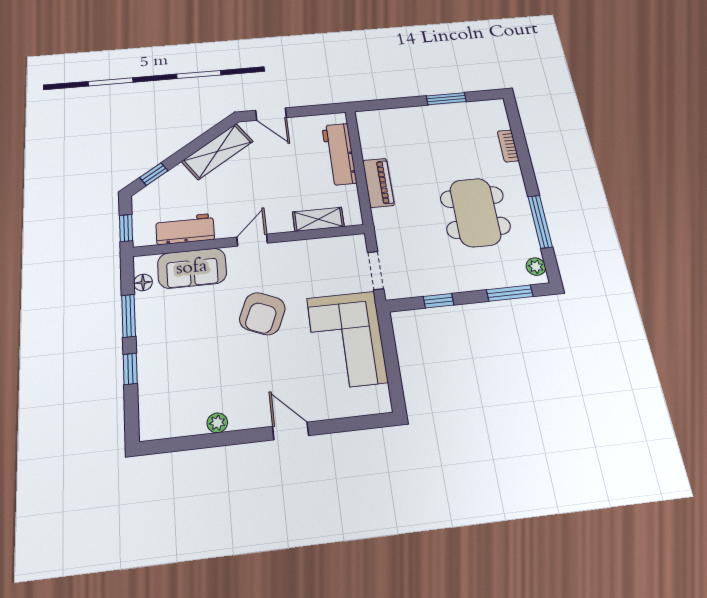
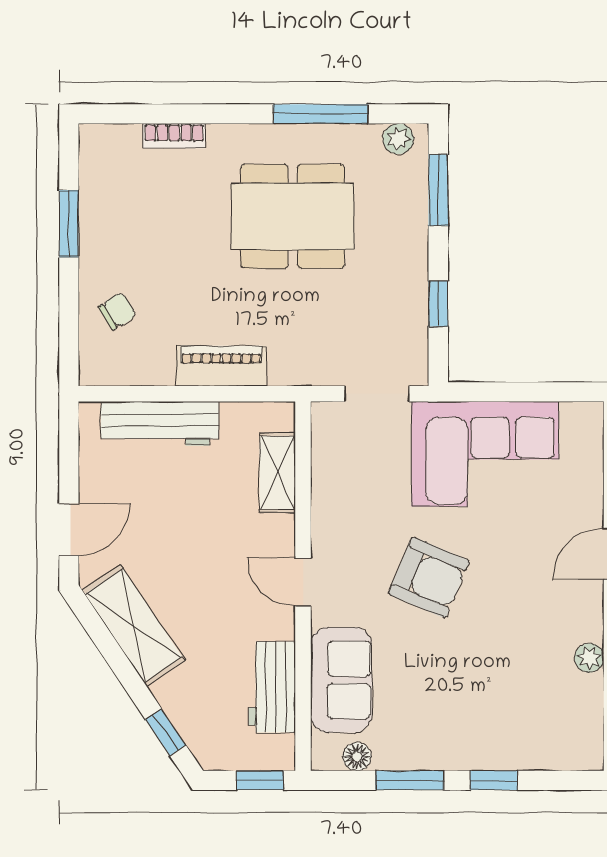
chair: (401, 127) -> (117, 311), added

